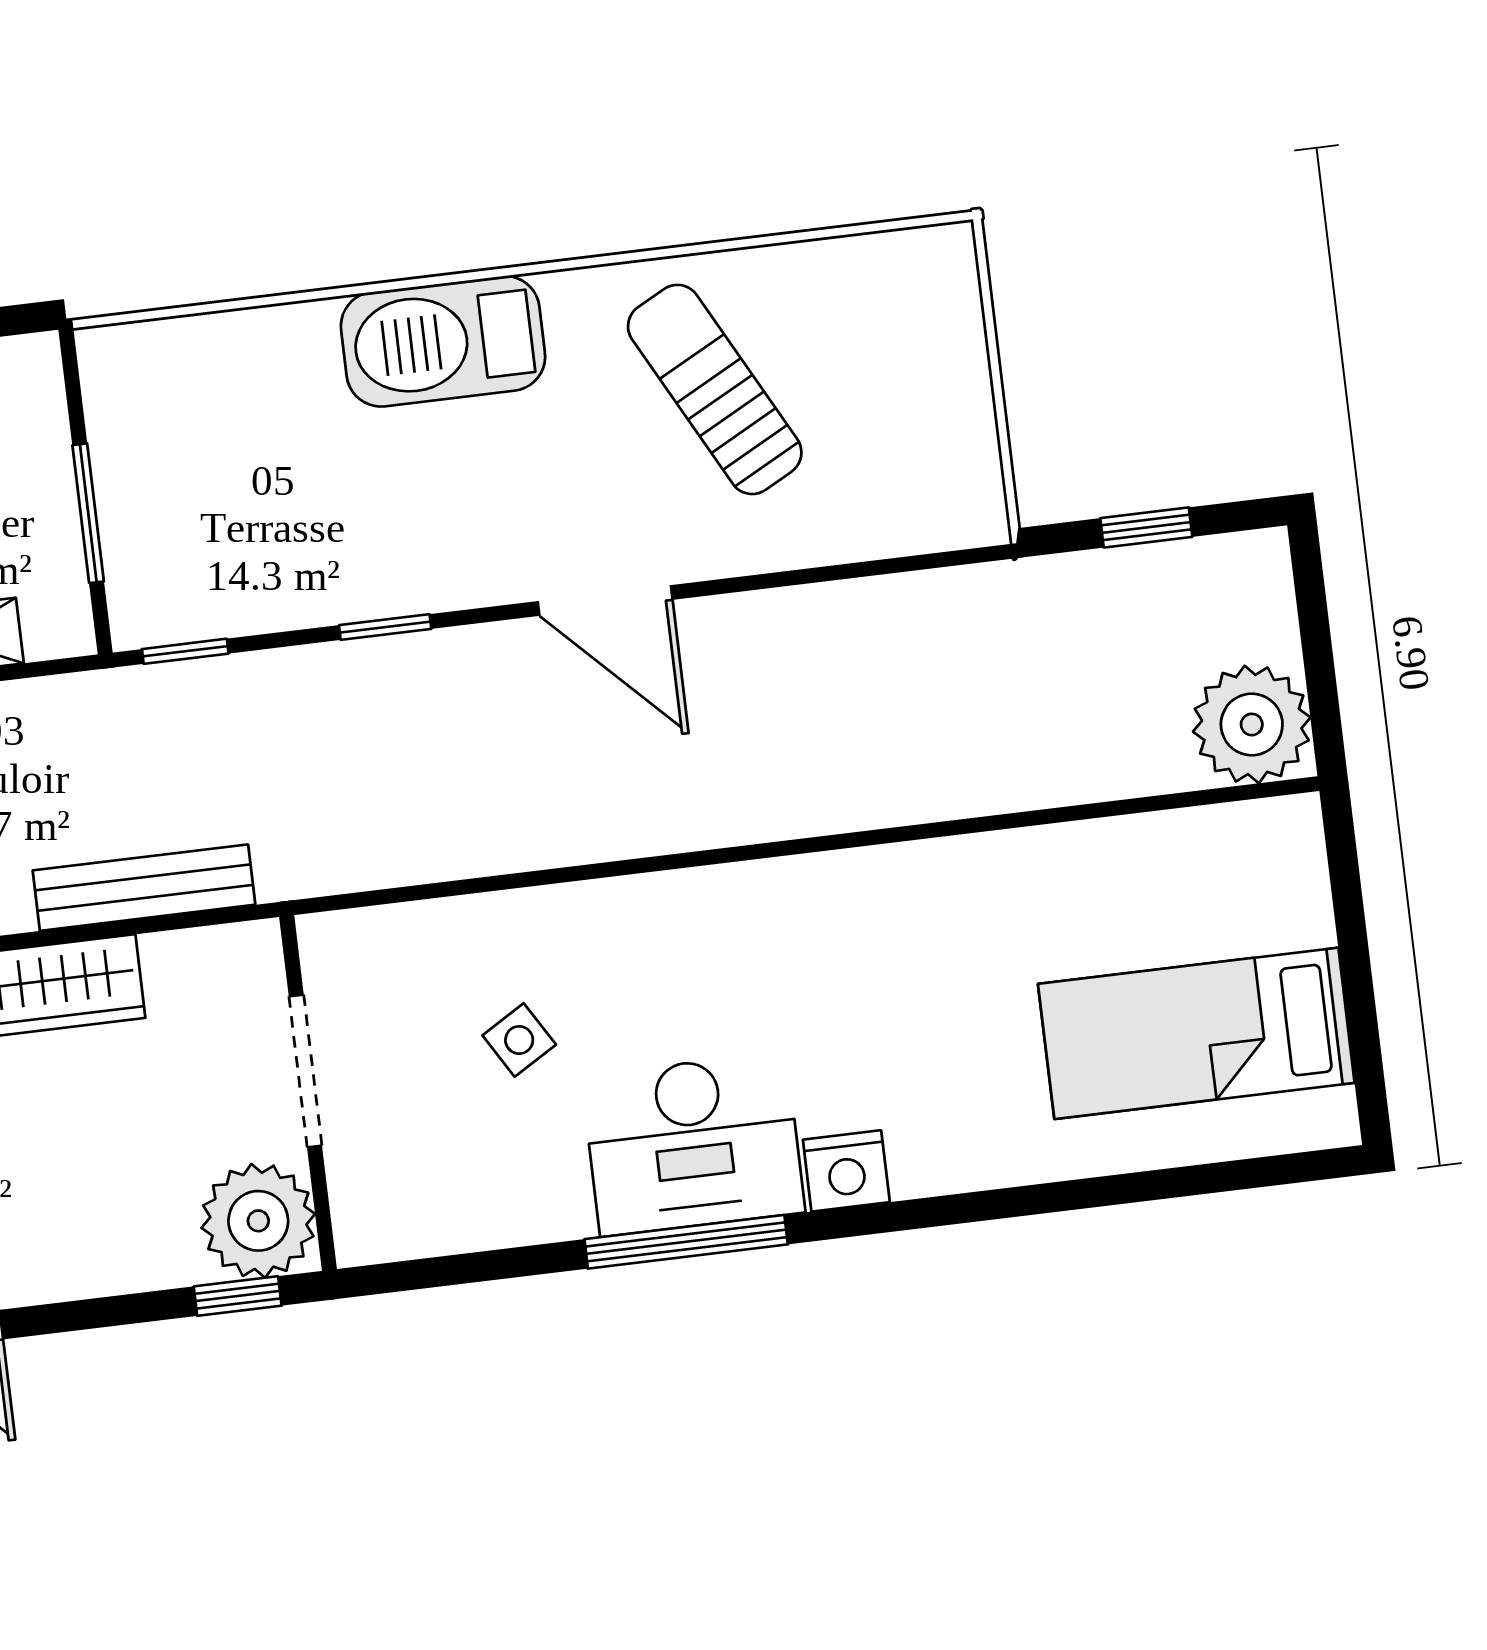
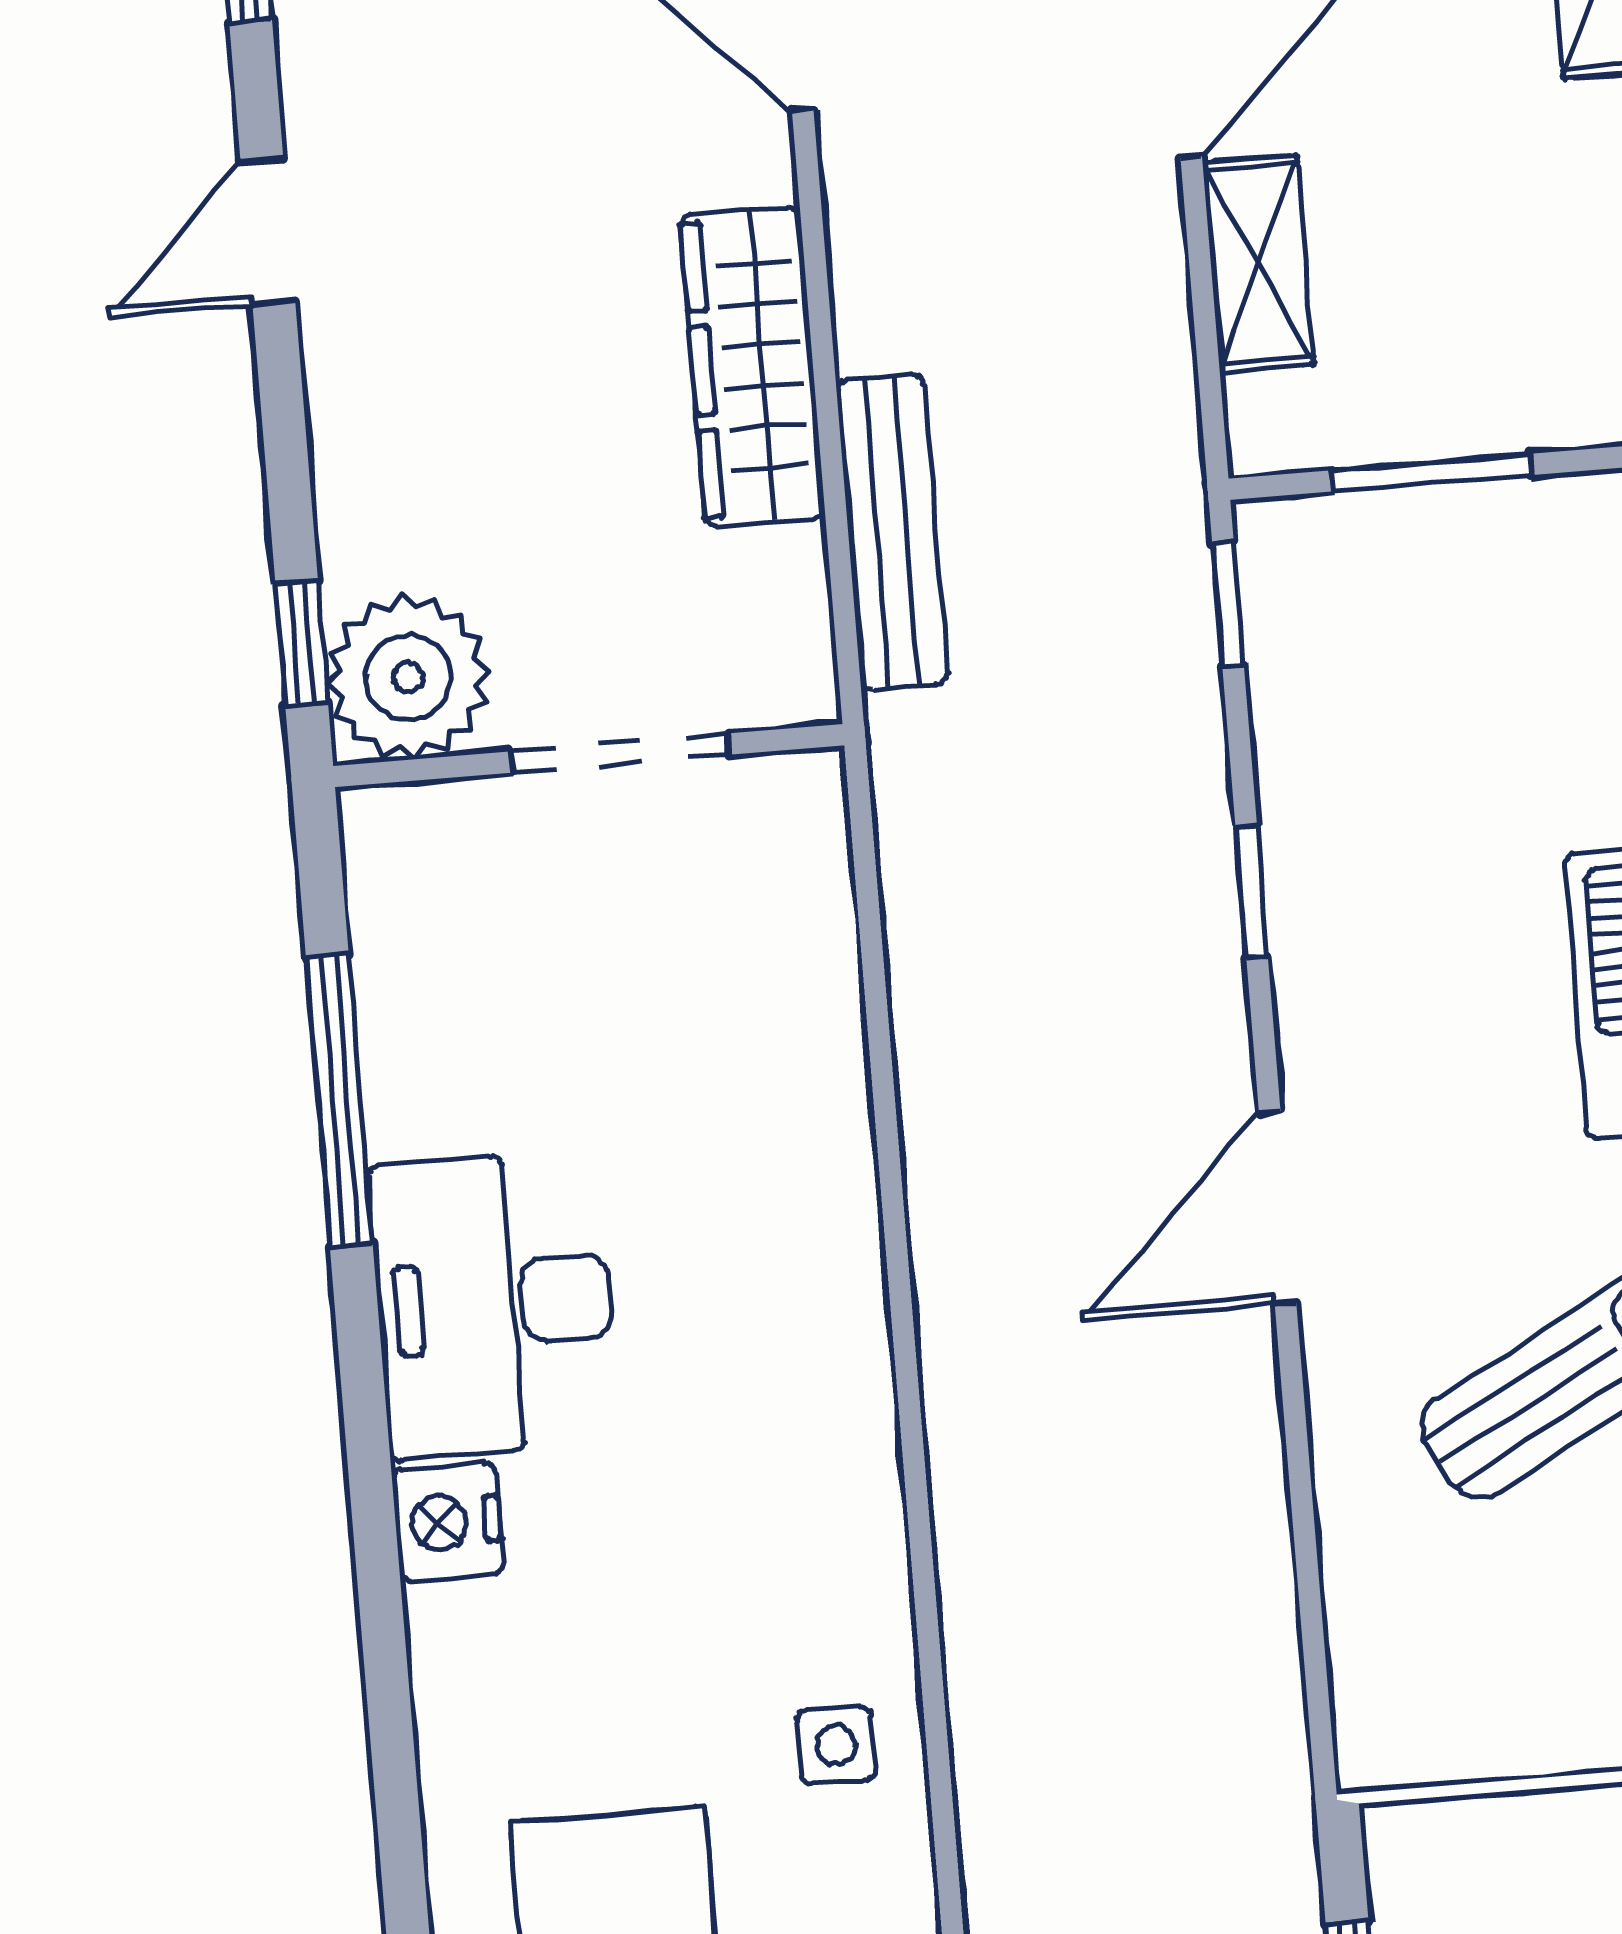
side table: (519, 1040) -> (836, 1745), moved, turned 31
window: (686, 1242) -> (339, 1100), moved

